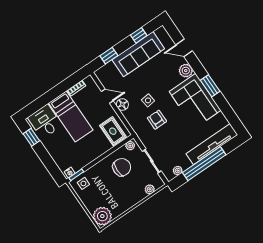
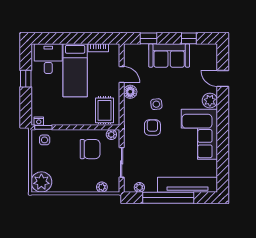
sofa: (138, 54) -> (169, 56), width x0.73
window: (210, 86) -> (223, 130), removed
window: (31, 137) -> (26, 79), moved

